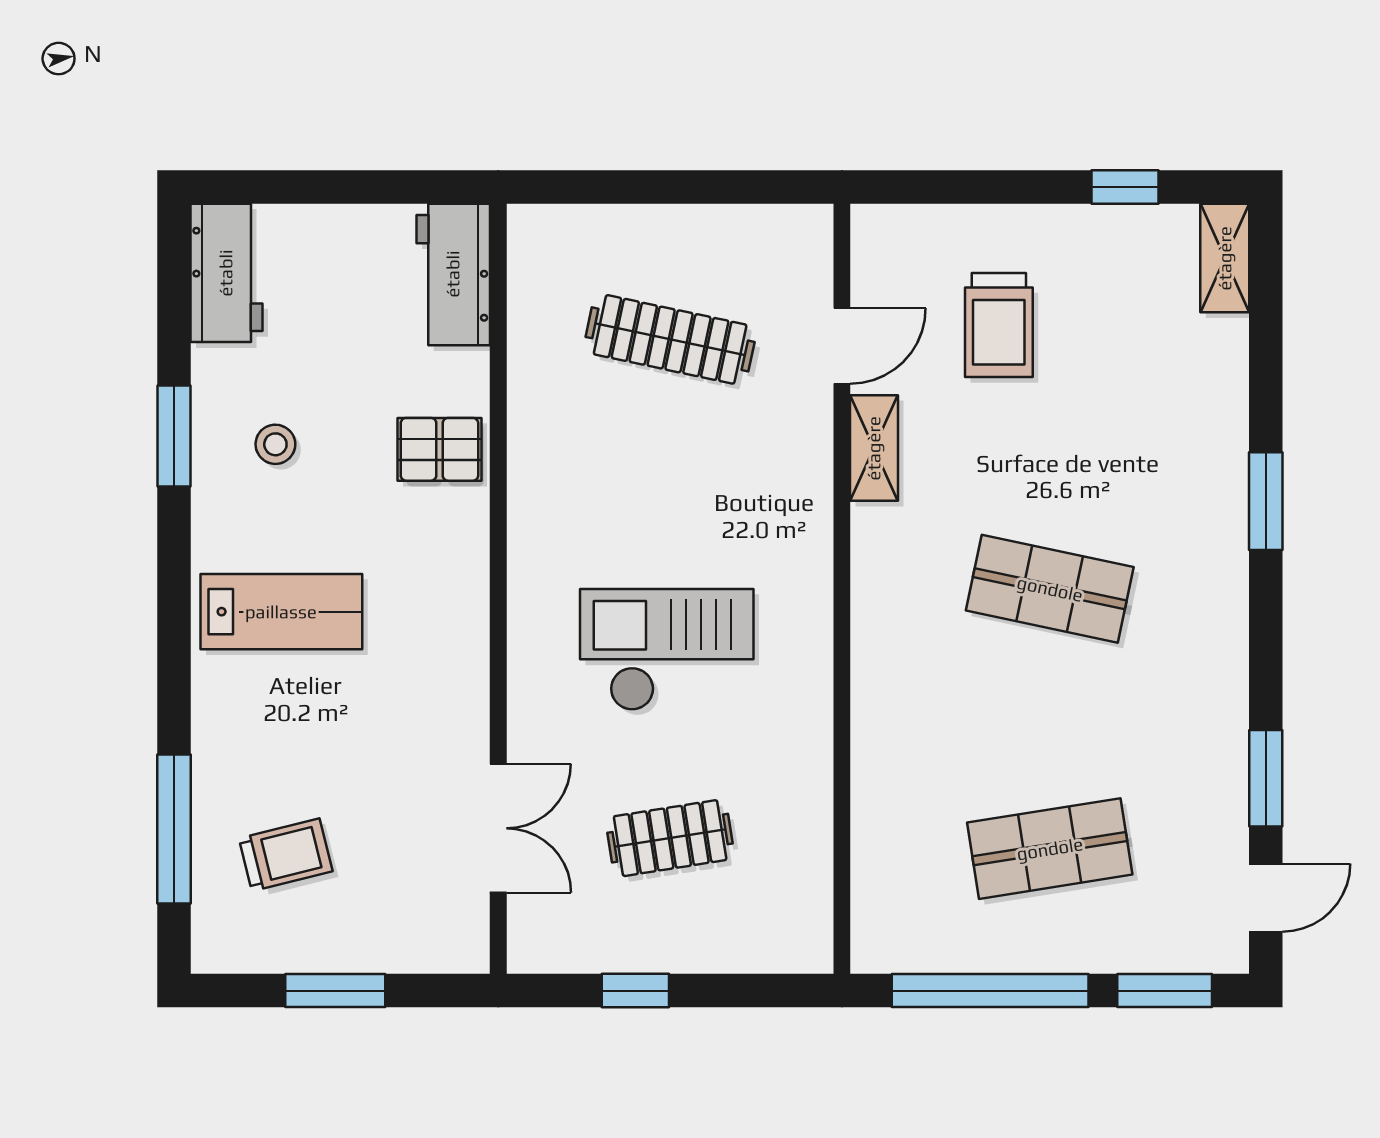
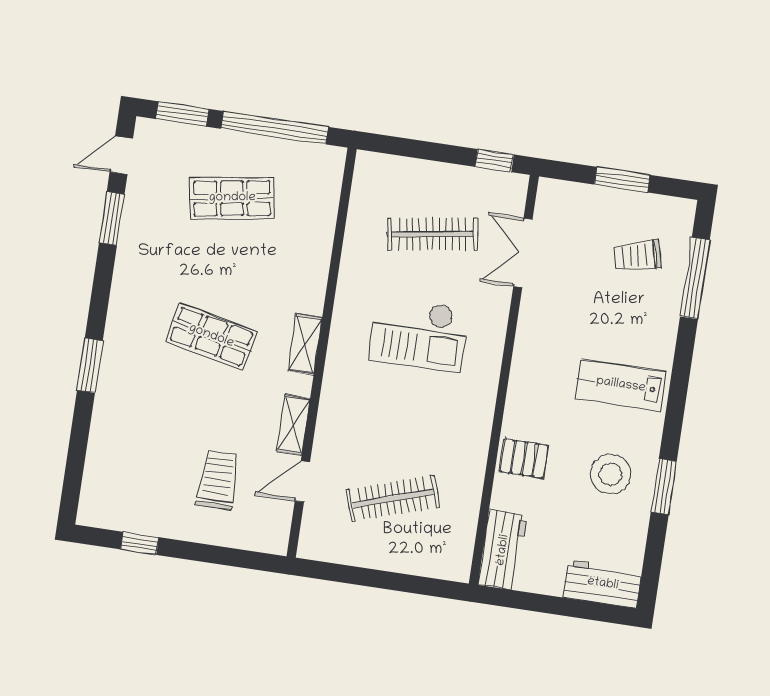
shelving: (1225, 258) -> (305, 344), moved
workbench: (226, 273) -> (603, 584), moved, turned 90
clothes rail: (670, 339) -> (393, 499), turned -30
stool: (275, 444) -> (611, 474), width x1.89, depth x1.89
clothes rail: (670, 838) -> (433, 234), width x1.36
window: (635, 991) -> (494, 161), moved

